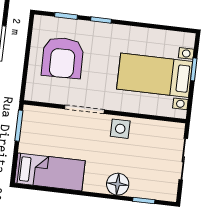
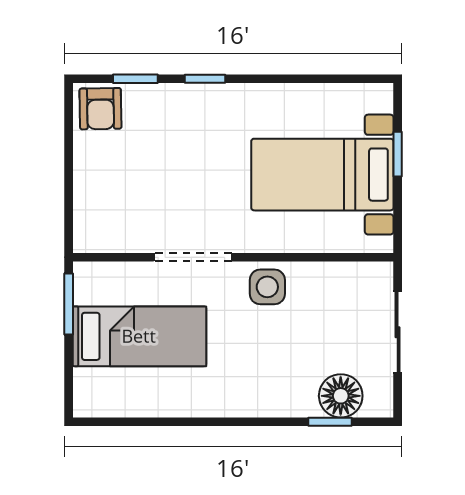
armchair: (63, 58) -> (100, 109), moved, width x0.53, depth x0.53
bed: (50, 172) -> (139, 336), moved
floor lamp: (118, 184) -> (341, 396), moved

